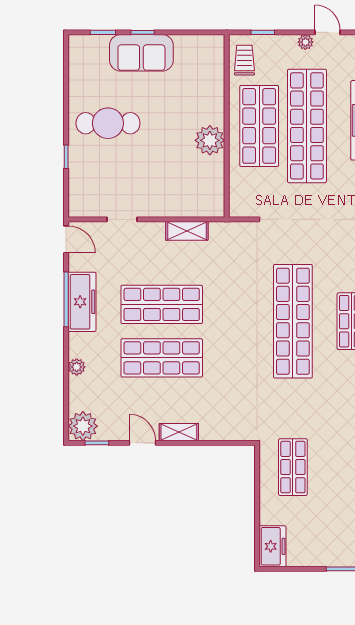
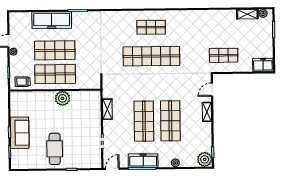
shop shelf: (307, 126) -> (55, 50), width x0.71
door: (142, 443) -> (212, 90), moved

